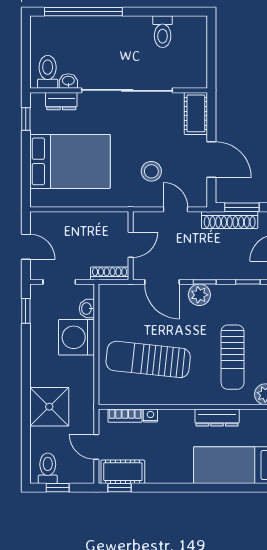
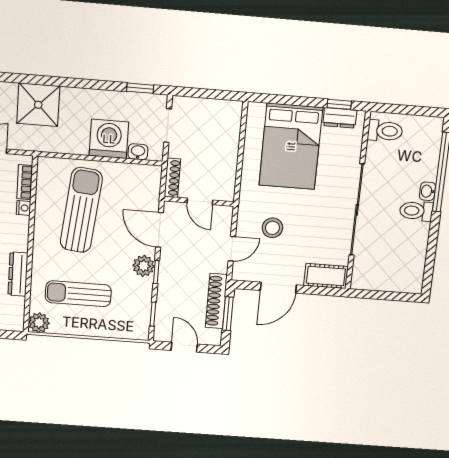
toilet: (163, 32) -> (416, 211), moved
washbasin: (68, 81) -> (427, 191), moved, turned 180
dresser: (61, 101) -> (340, 118), moved, turned -90
door: (26, 247) -> (207, 94), removed
door: (162, 282) -> (159, 230), hinge flipped

